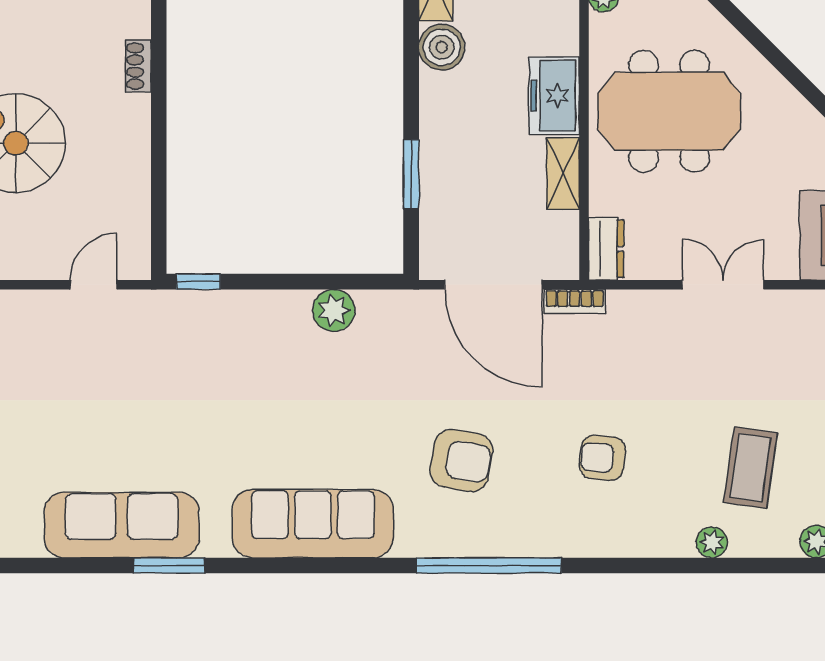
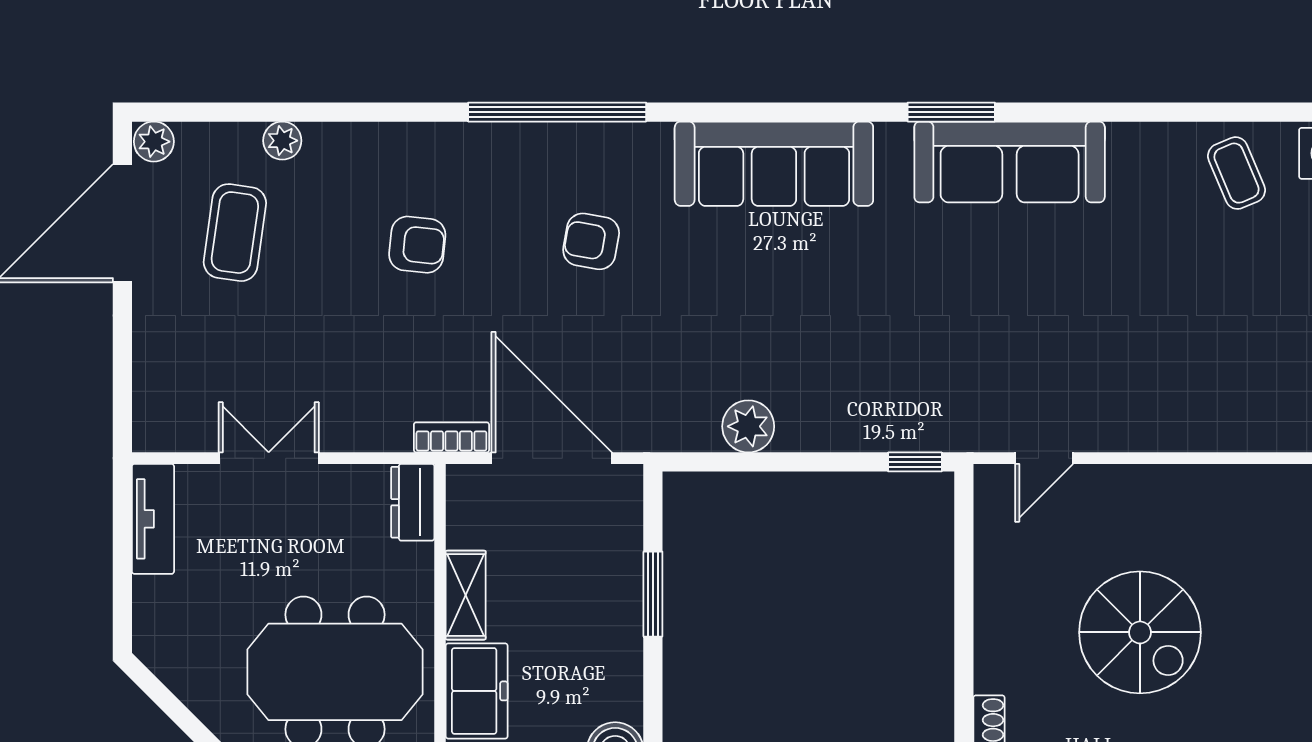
double door: (723, 285) -> (269, 458), swing flipped
armchair: (461, 461) -> (591, 241), width x0.72, depth x0.72

